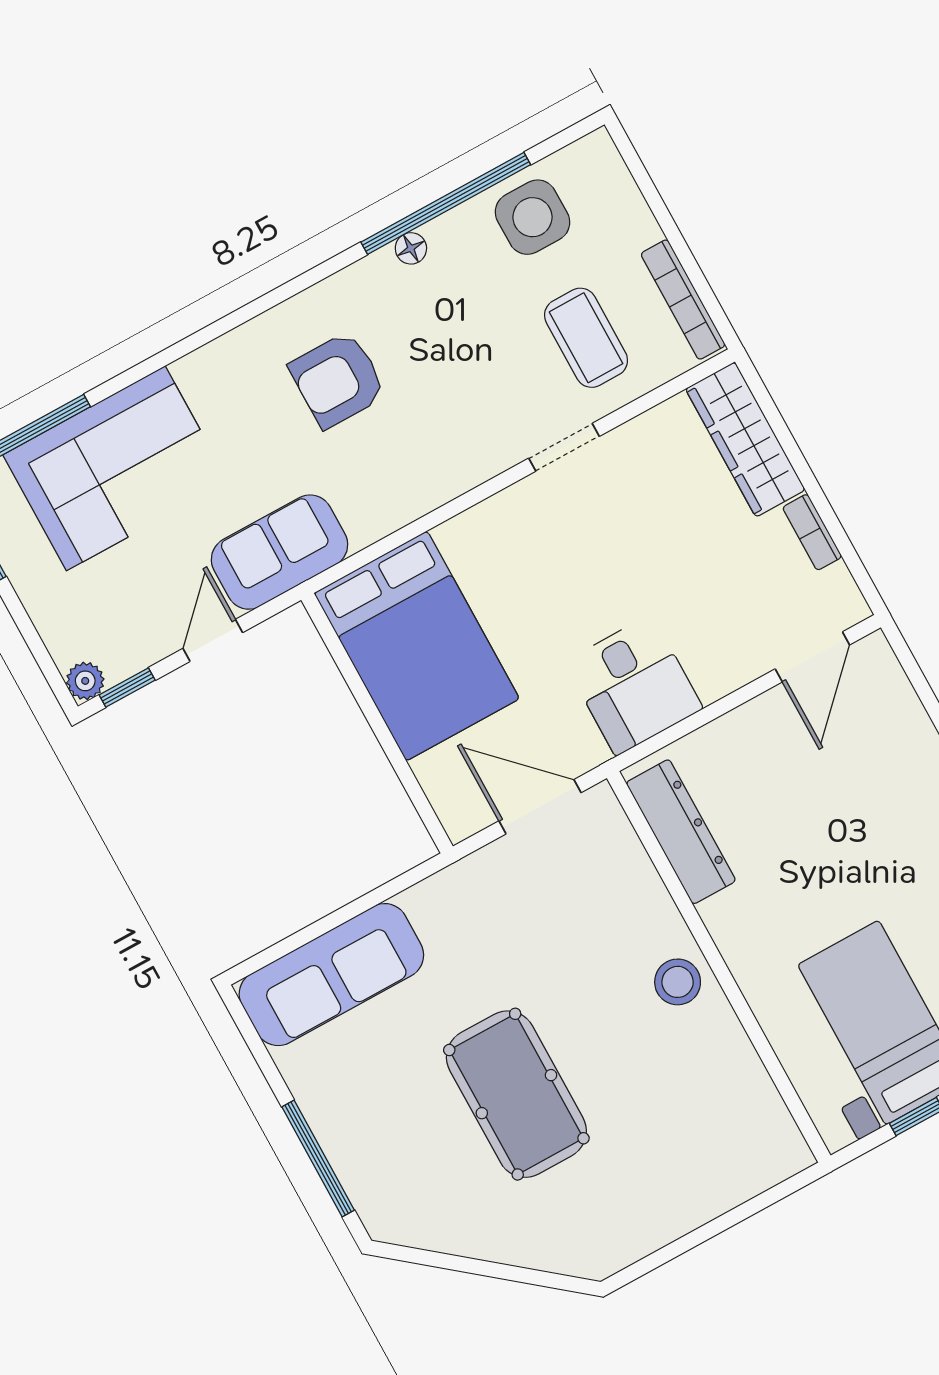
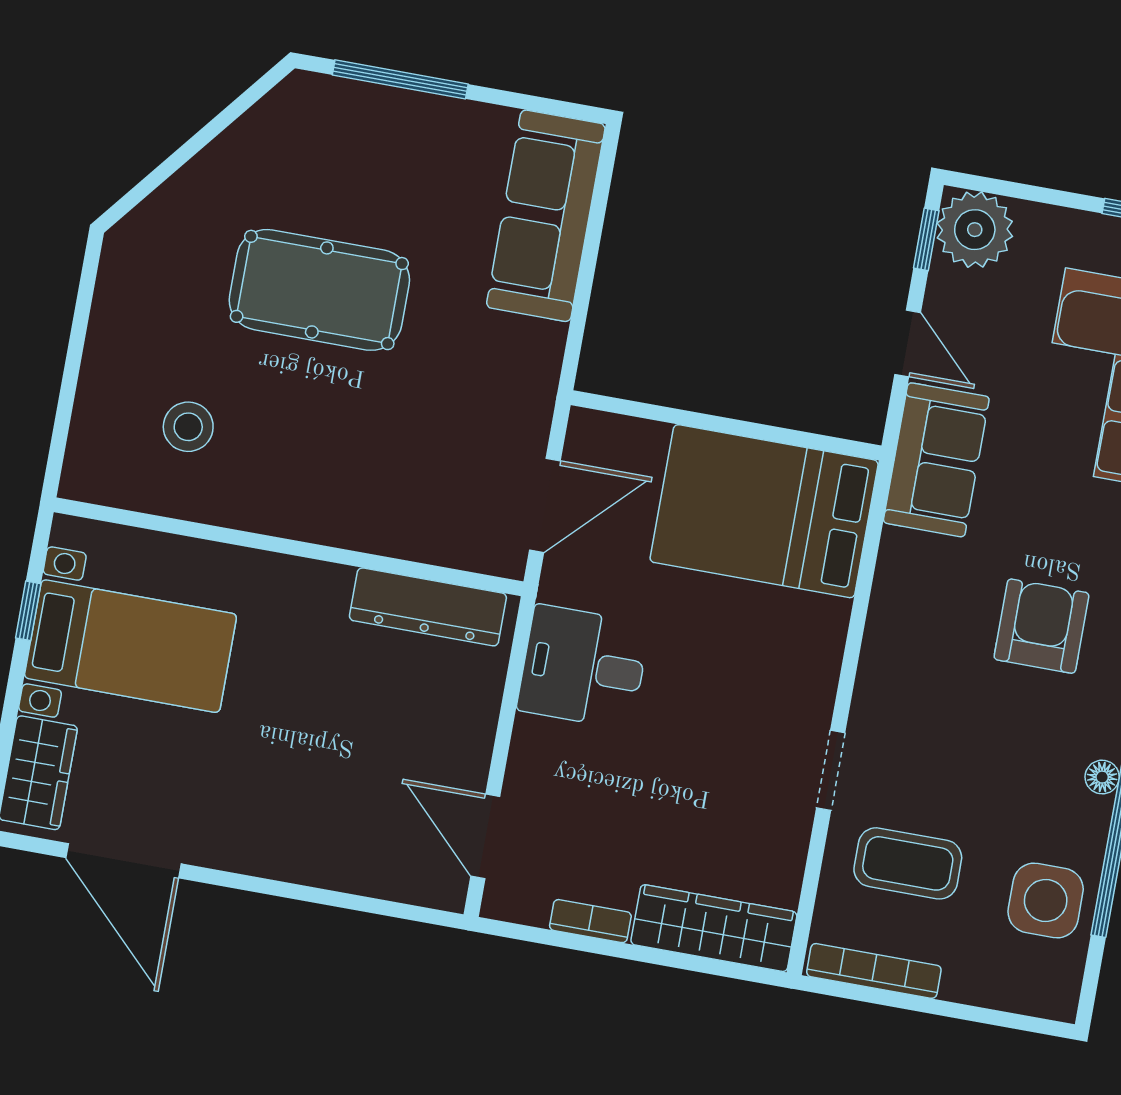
plant: (85, 681) -> (975, 230), width x1.87, depth x1.87
stool: (678, 982) -> (188, 427), moved

